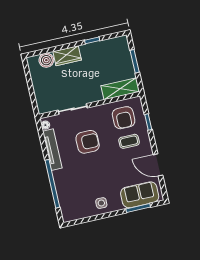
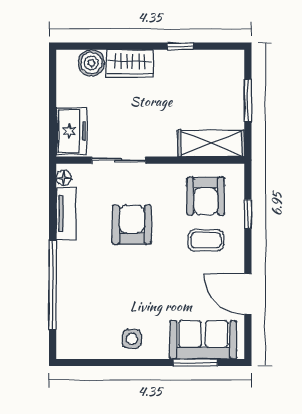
freezer: (44, 99) -> (71, 131), added
armchair: (88, 142) -> (132, 225), turned -90
tv unit: (52, 150) -> (66, 214), width x0.71

